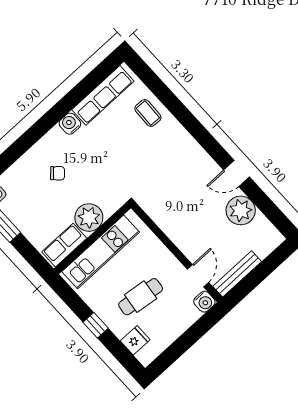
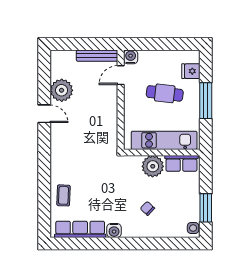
window: (96, 325) -> (206, 101), width x2.17

